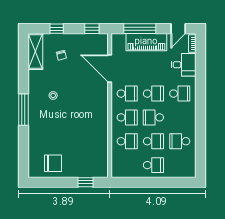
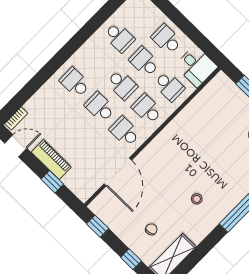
window: (140, 29) -> (52, 182), width x0.46
piano: (146, 42) -> (51, 160), width x0.73, depth x0.75
desk: (184, 65) -> (196, 66), moved, turned 180
school desk: (127, 141) -> (169, 86), turned 180

